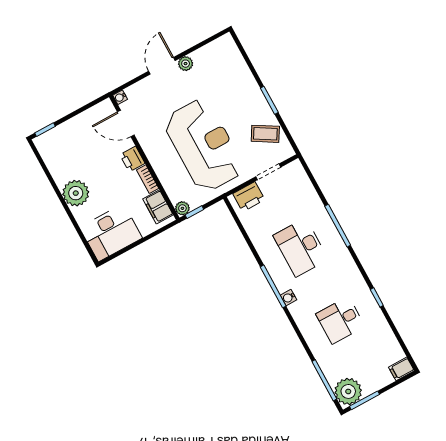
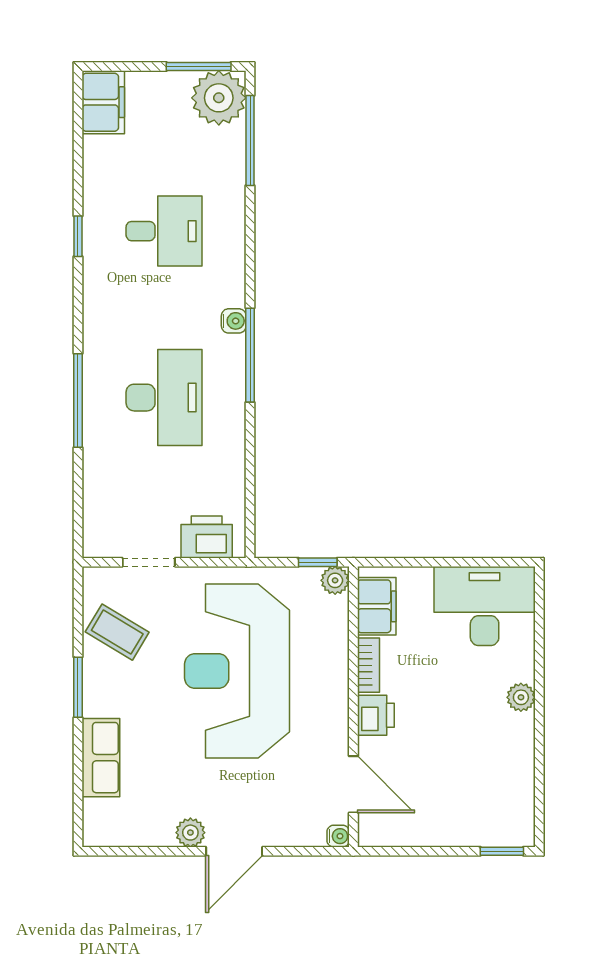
row of seats: (243, 75) -> (101, 758), added
plant: (76, 193) -> (521, 697), width x0.53, depth x0.53
filing cabinet: (401, 369) -> (103, 102), width x2.00

